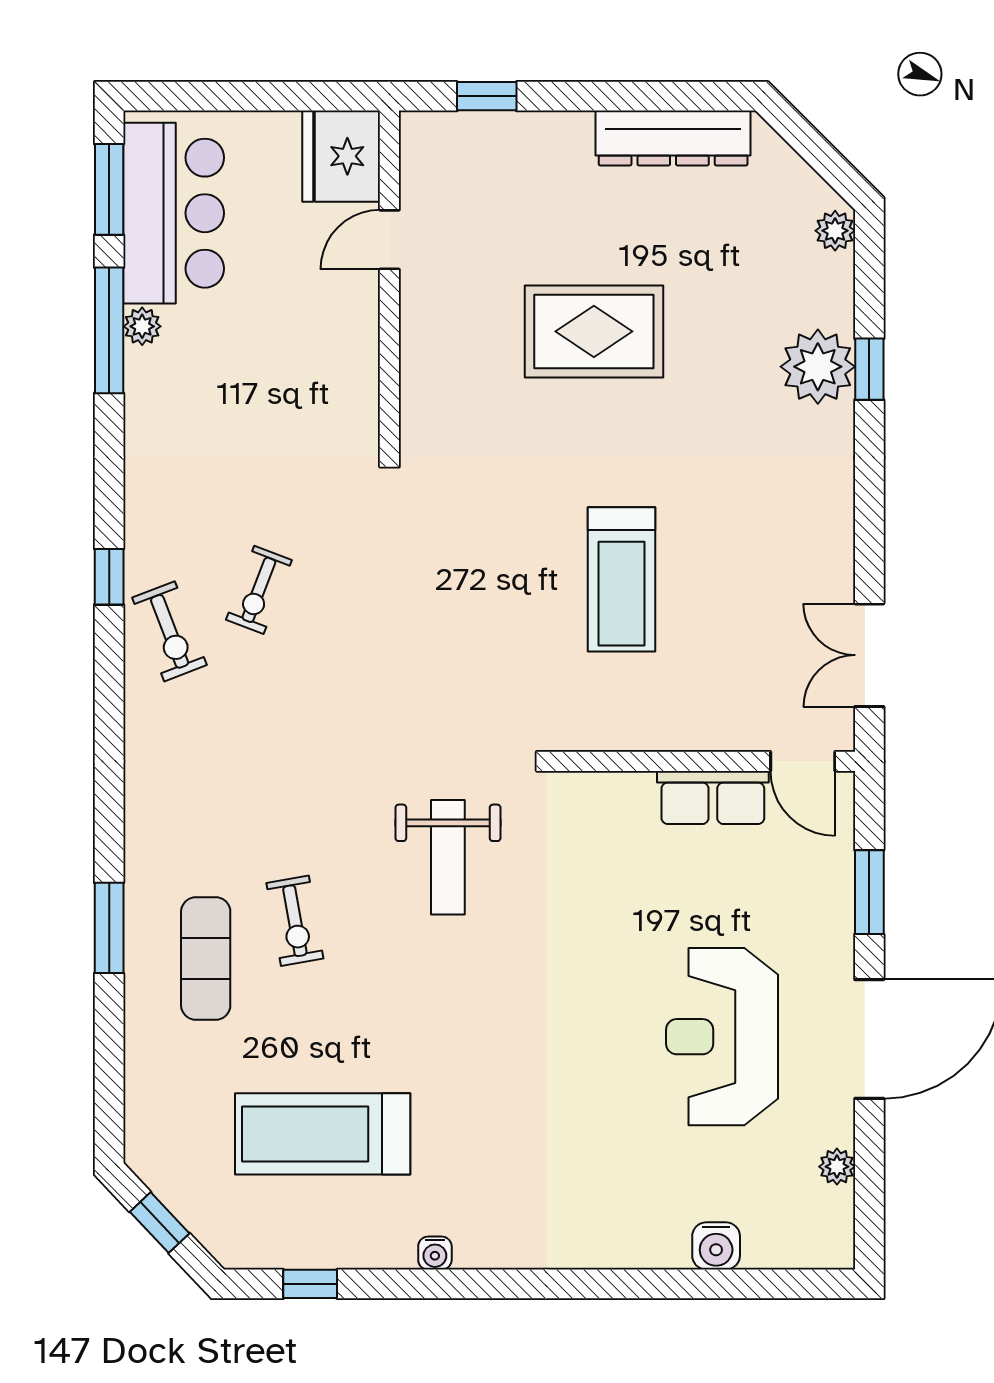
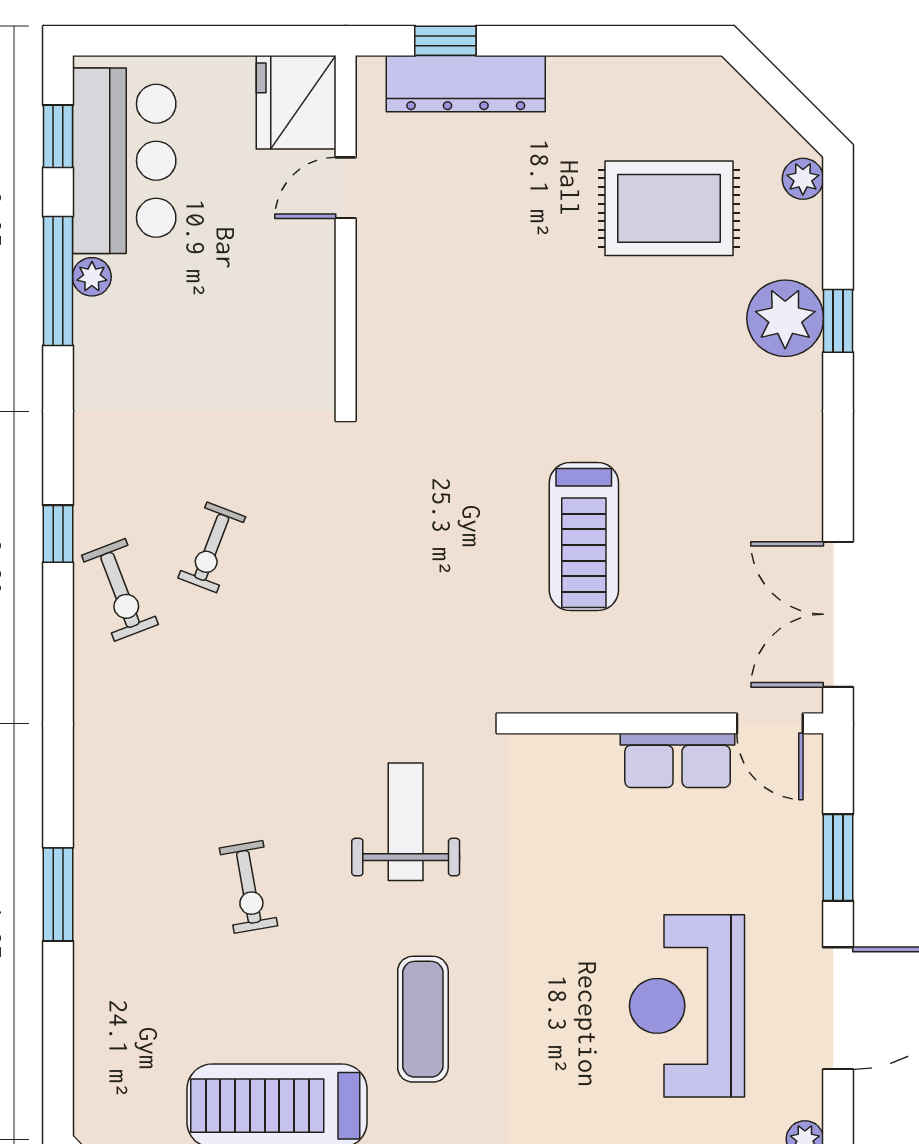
dresser: (673, 138) -> (466, 84), moved
window: (109, 189) -> (58, 136), width x0.67
rug: (594, 331) -> (669, 208), moved
double door: (869, 655) -> (838, 614), width x1.37
weight bench: (448, 857) -> (406, 822), turned 180
exercise mat: (206, 959) -> (423, 1019), moved

